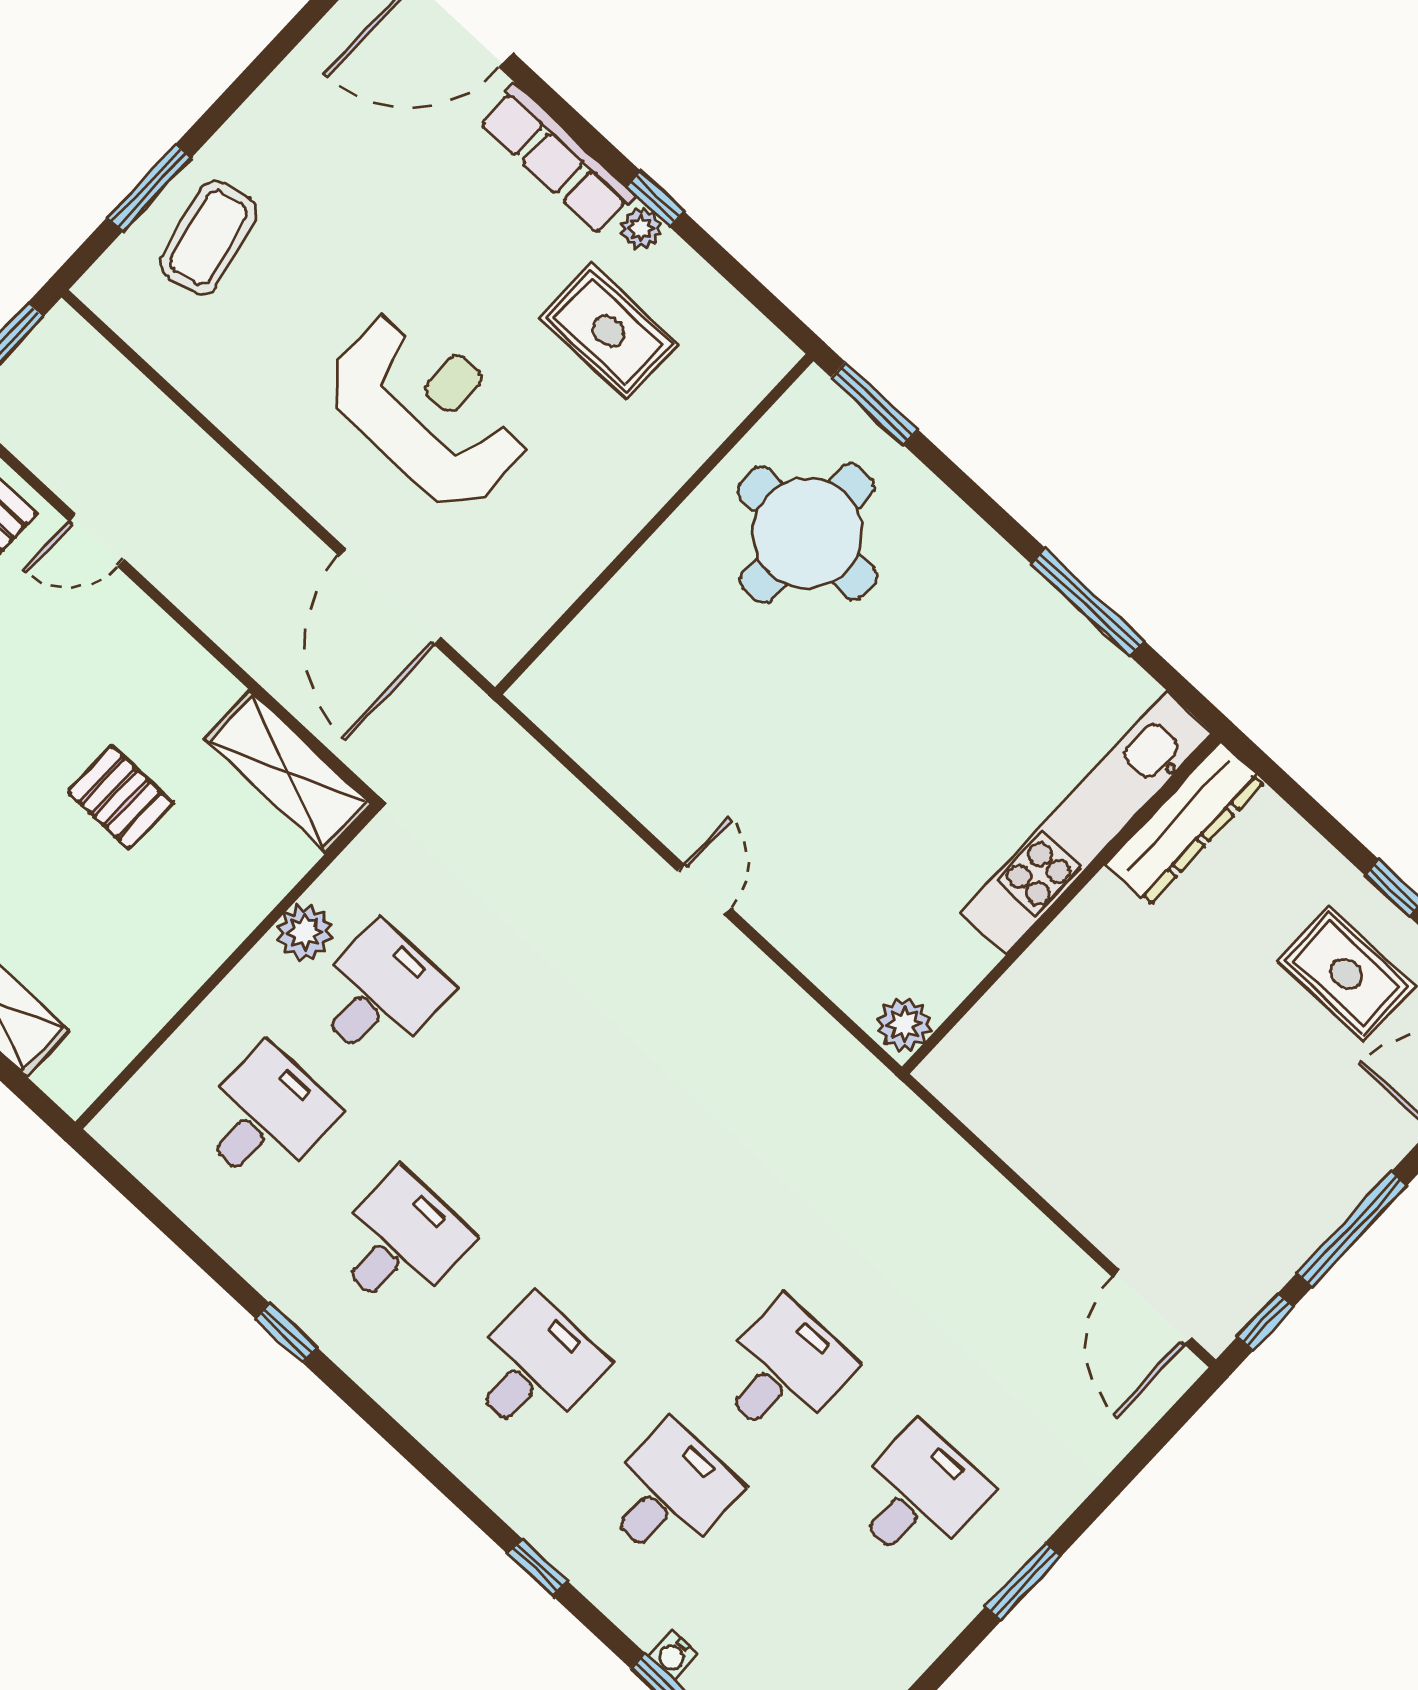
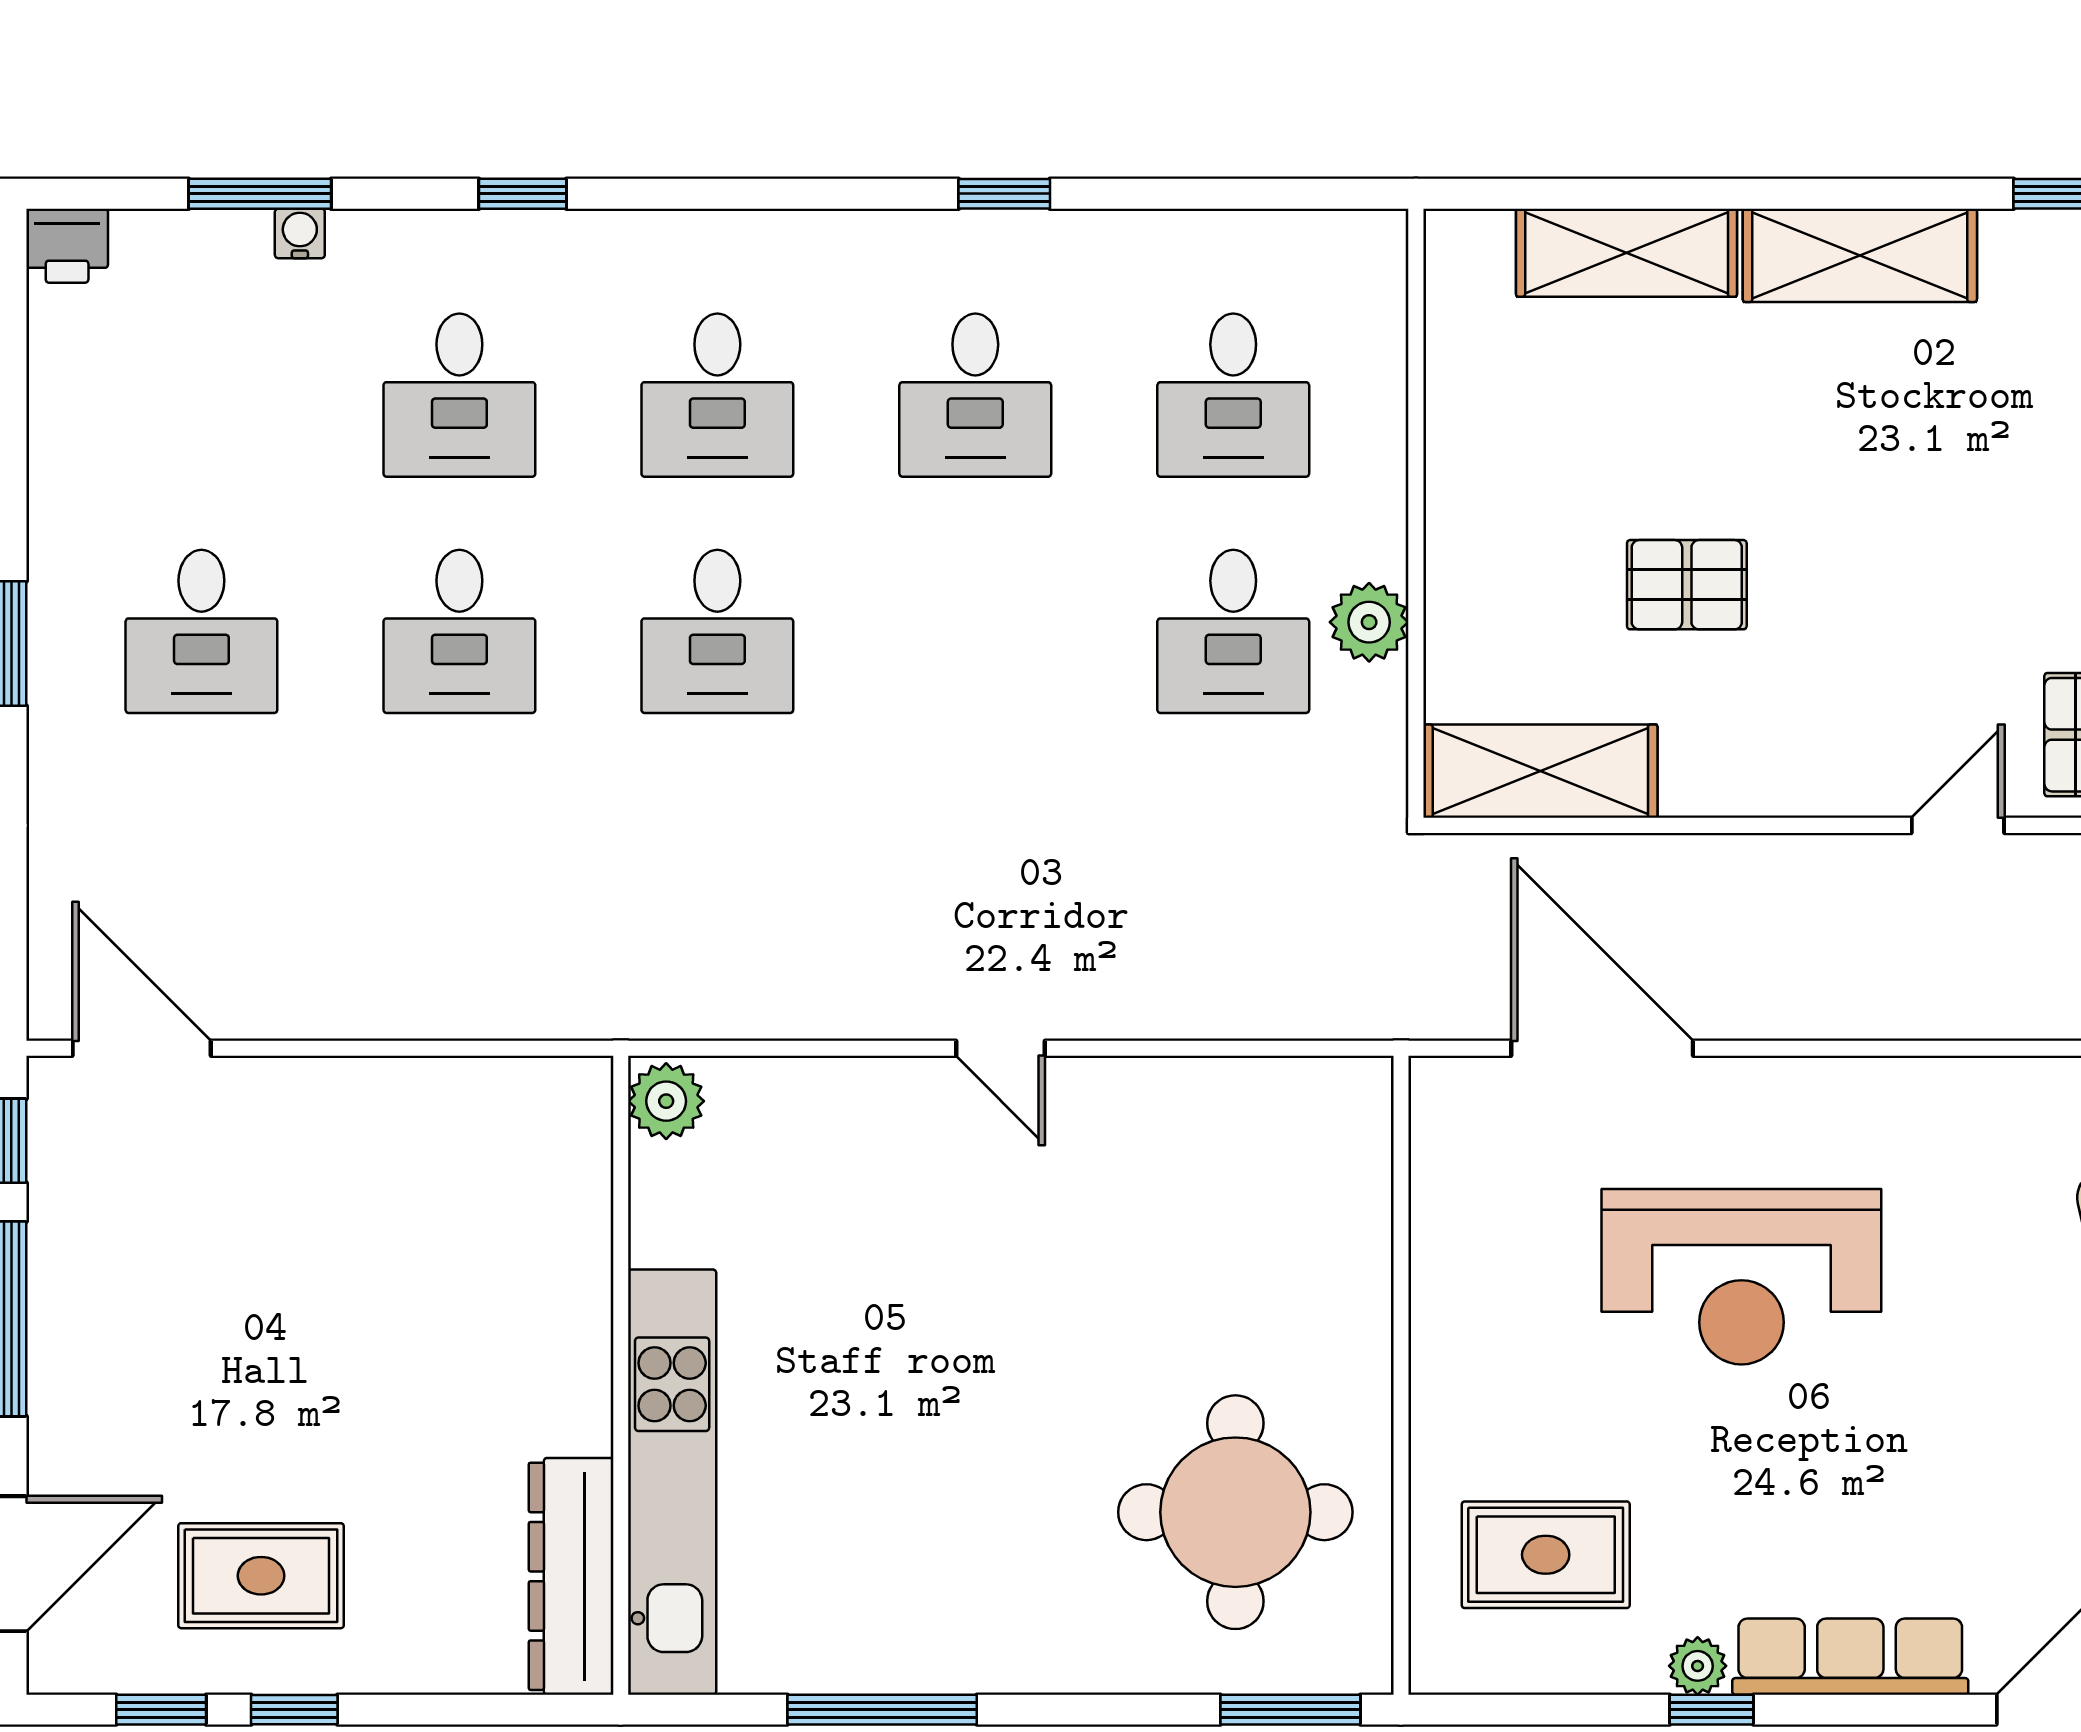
rug: (609, 331) -> (1546, 1555), moved
desk: (649, 1245) -> (717, 631), added

